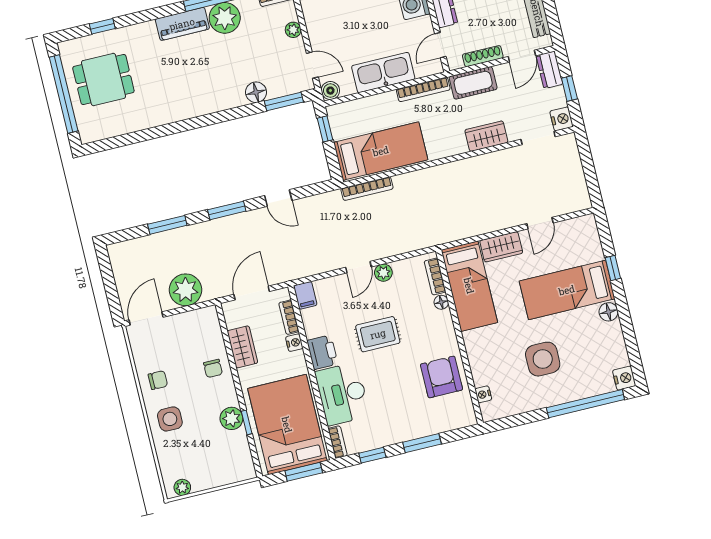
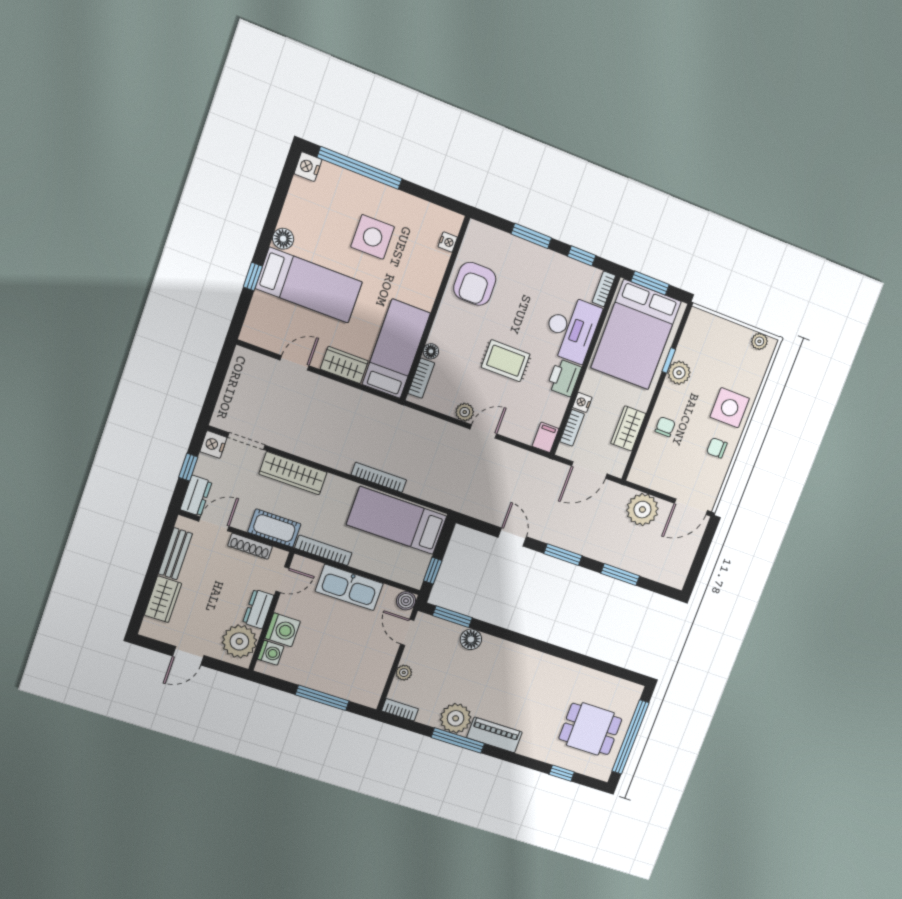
wardrobe: (486, 136) -> (293, 473), width x1.50
bookcase: (367, 189) -> (379, 477), moved
side table: (170, 419) -> (730, 408), width x1.37, depth x1.37

